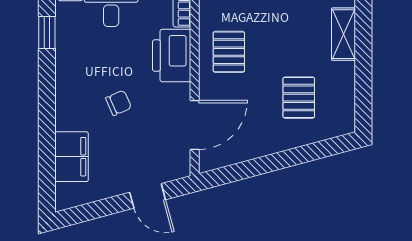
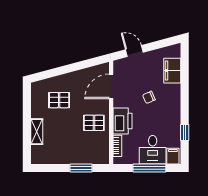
pallet: (229, 52) -> (94, 123), turned 90
pallet: (299, 98) -> (59, 100), turned 90

